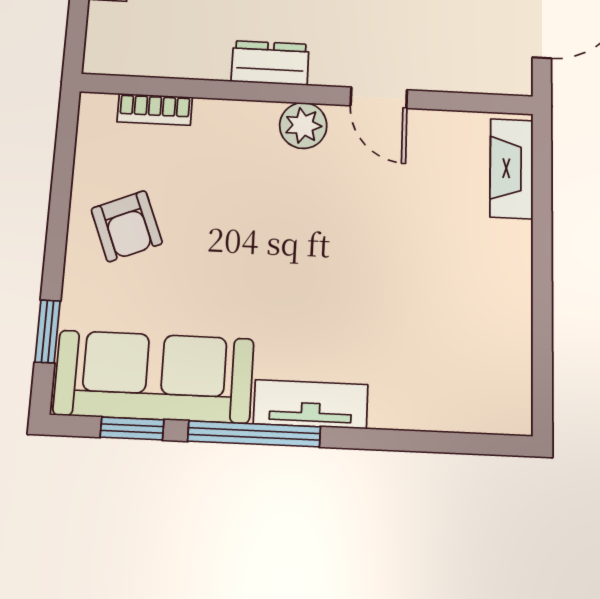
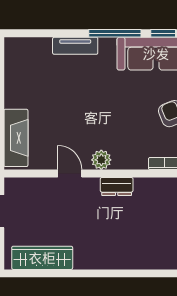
fireplace: (512, 168) -> (16, 138), width x1.37, depth x1.32
tv unit: (311, 404) -> (75, 46), moved

